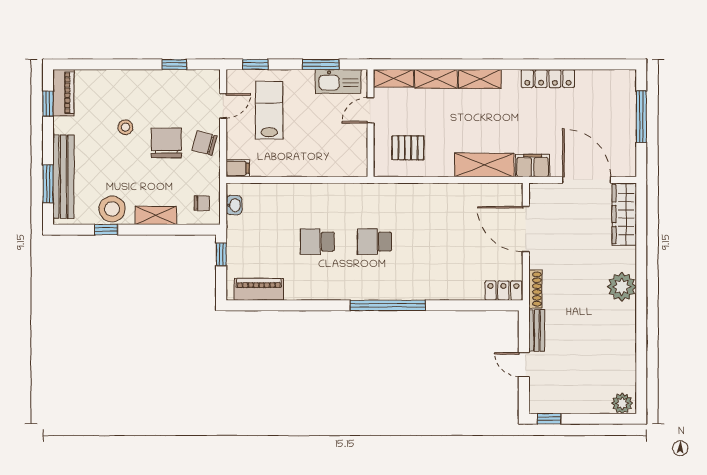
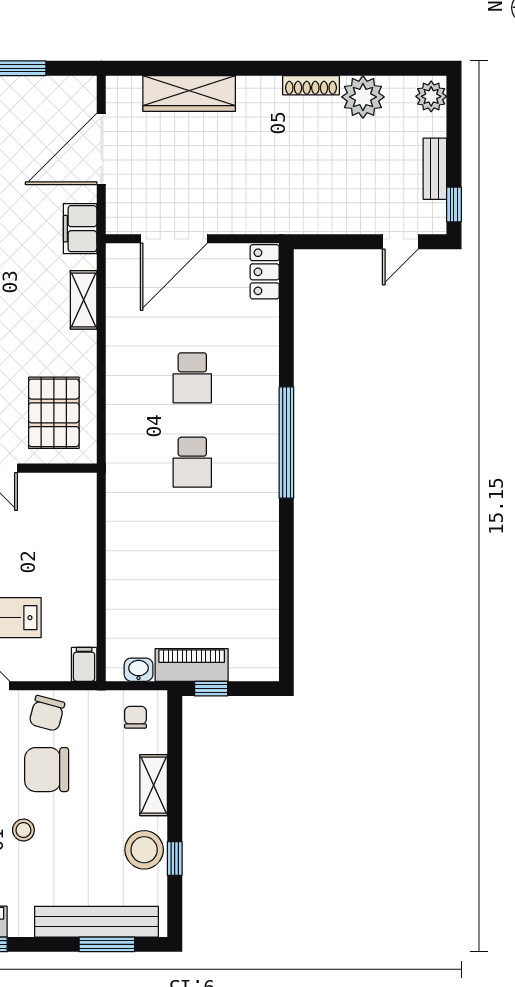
pallet: (408, 148) -> (54, 413), width x1.50, depth x1.42
shelving: (484, 165) -> (84, 300), width x0.67, depth x0.75
wardrobe: (624, 214) -> (189, 93), moved
school desk: (317, 242) -> (192, 378), moved
plant: (622, 287) -> (363, 97), moved
piano: (259, 289) -> (192, 665), moved, turned 90
shoe rack: (535, 289) -> (311, 85), moved, turned 180
bench: (537, 331) -> (435, 169), moved, turned 90
door: (524, 365) -> (400, 242), moved

